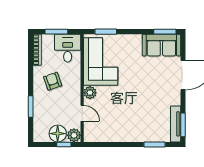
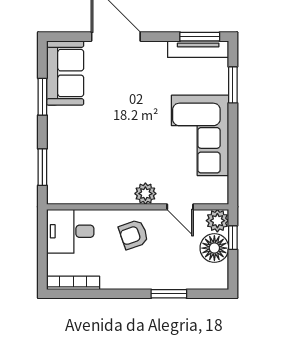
window: (56, 32) -> (42, 250), removed
window: (165, 32) -> (42, 97), moved
corner sofa: (101, 61) -> (200, 135), moved, turned -90
armchair: (53, 81) -> (133, 234), moved
door: (82, 113) -> (180, 207), swing flipped

